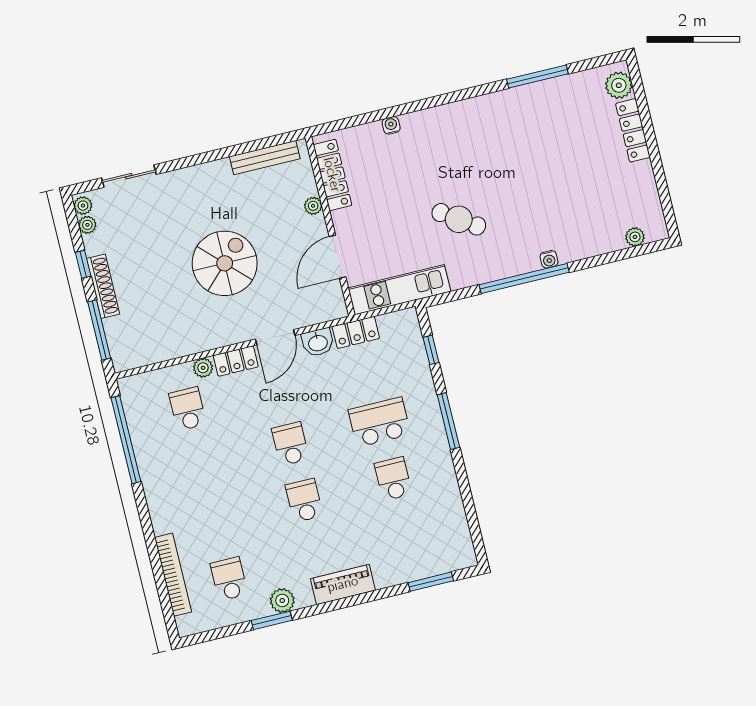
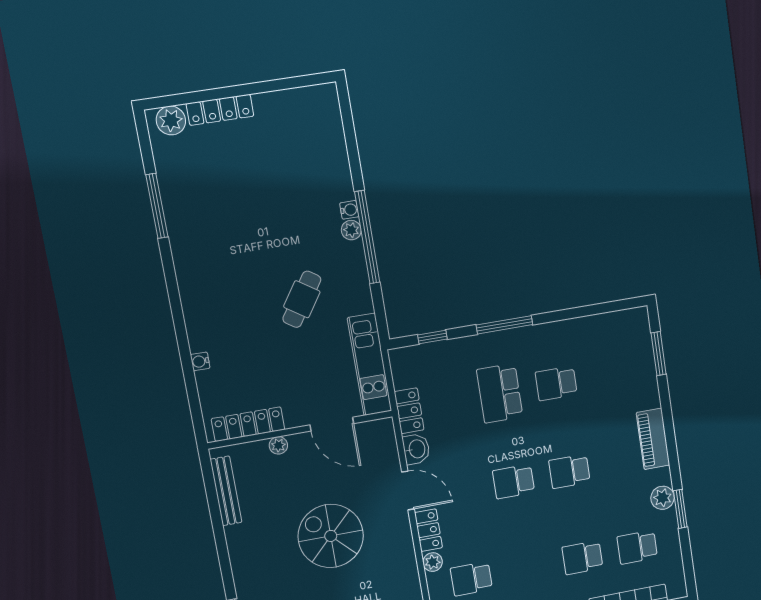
plant: (635, 237) -> (351, 230), moved
school desk: (215, 522) -> (582, 558), added

